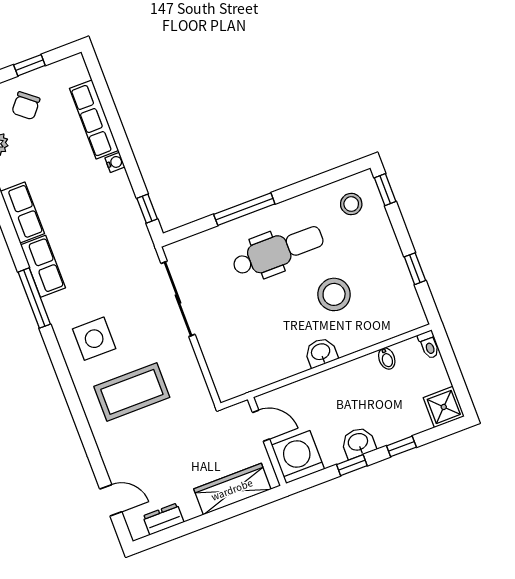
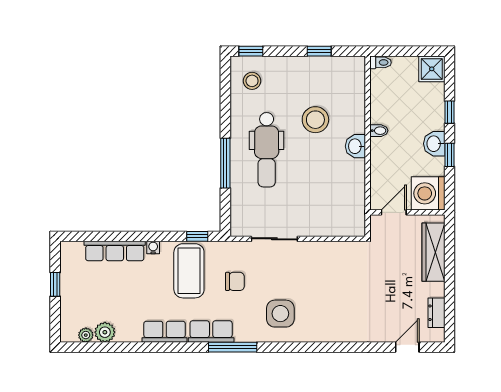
chair: (26, 106) -> (235, 281), moved, turned -39
dental chair: (278, 251) -> (267, 150), turned 180
sliding door: (178, 299) -> (274, 239), width x0.73
bidet: (387, 358) -> (379, 131), moved
coffee table: (132, 392) -> (189, 271), moved

